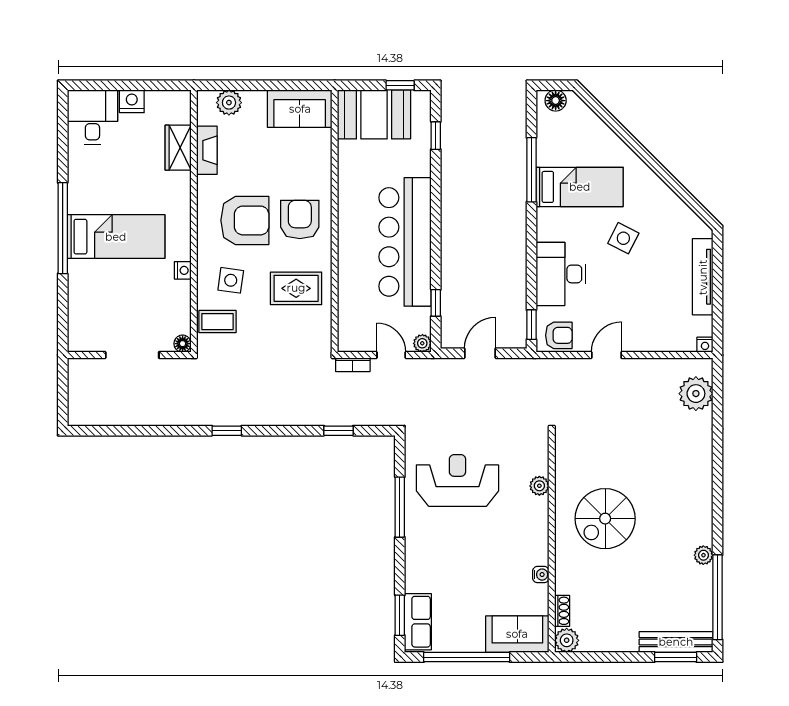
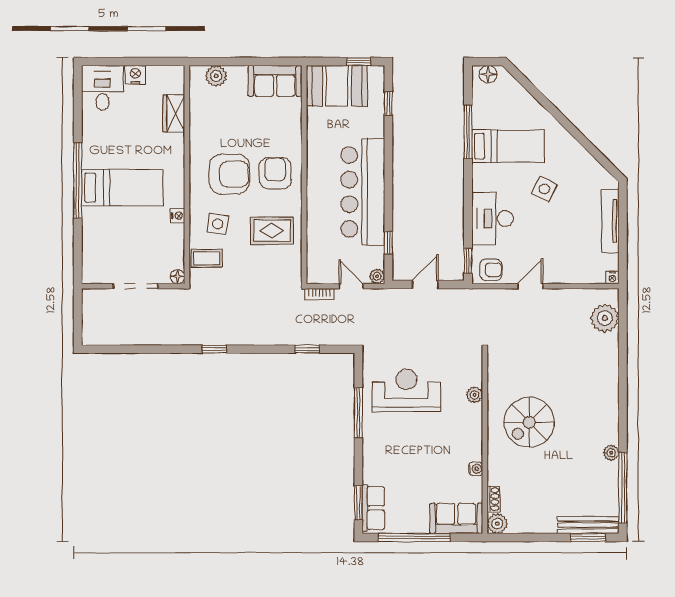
fireplace: (207, 150) -> (198, 116), removed

